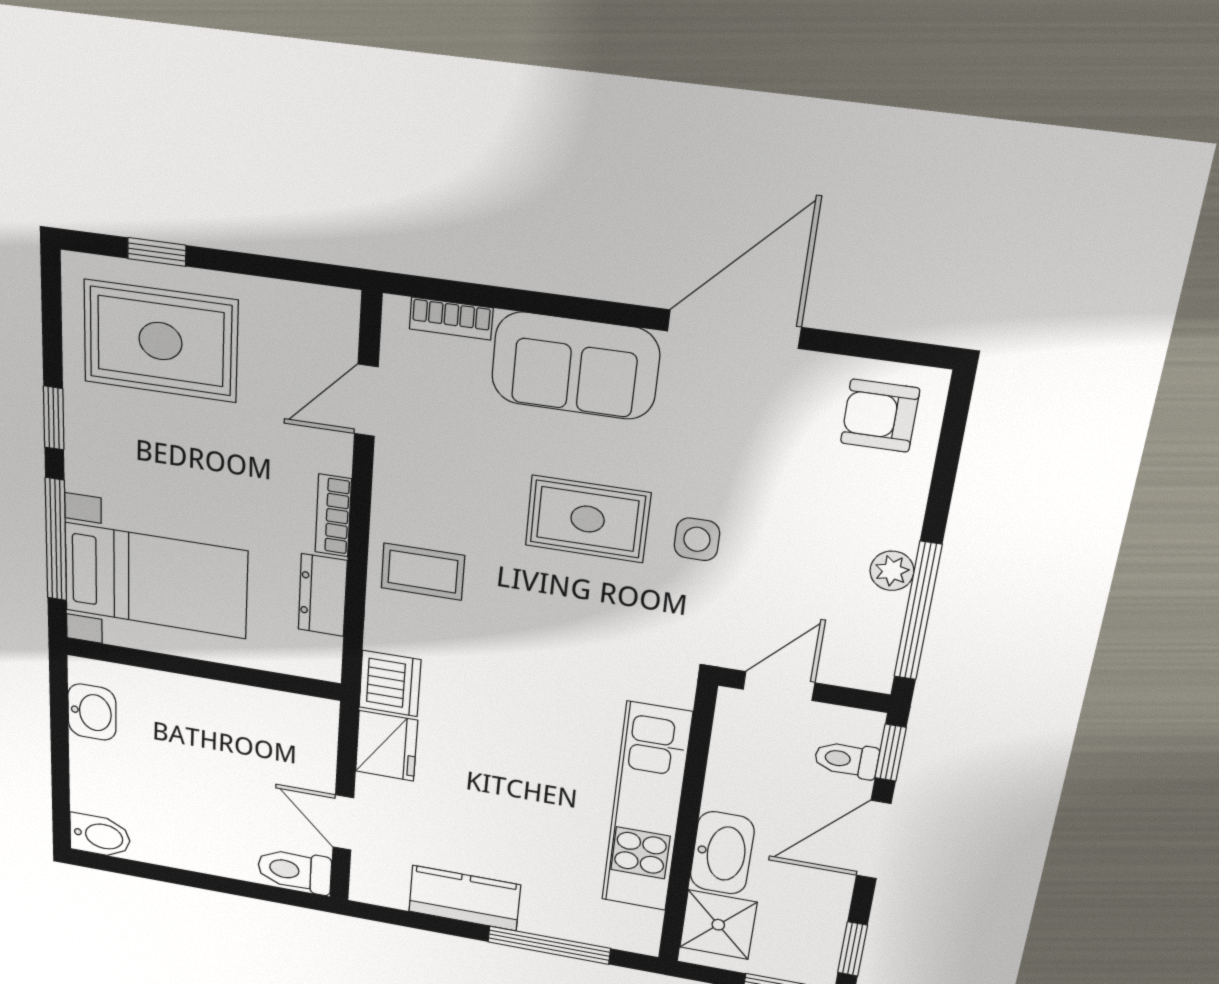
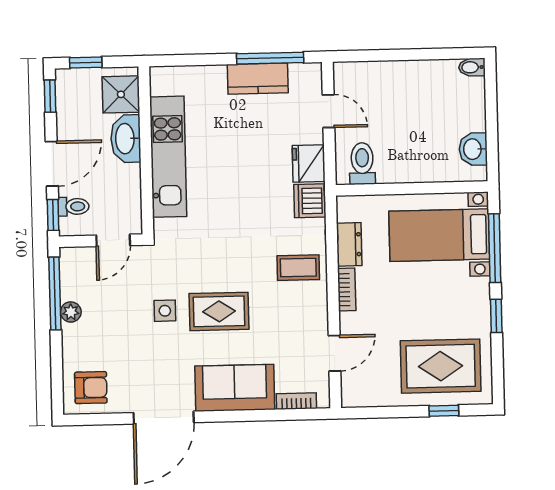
bidet: (100, 836) -> (472, 67), width x0.72, depth x0.74
toilet: (294, 871) -> (362, 164), moved, turned -90
window: (549, 945) -> (270, 58), moved

